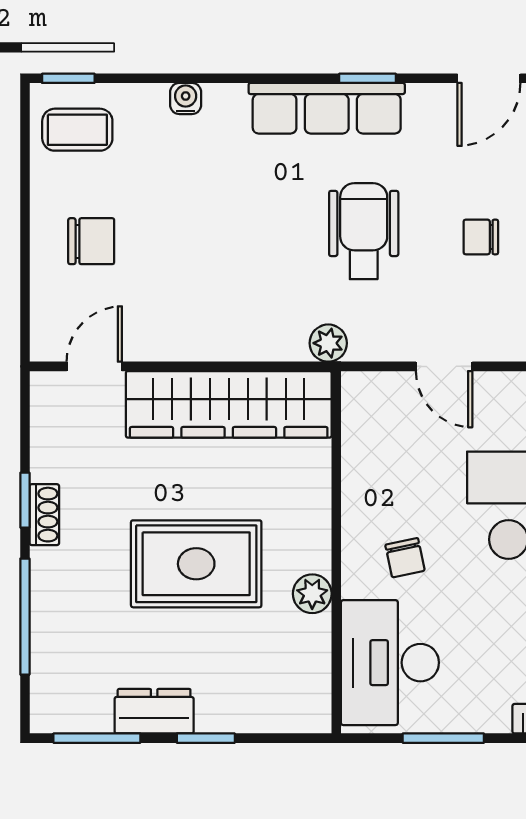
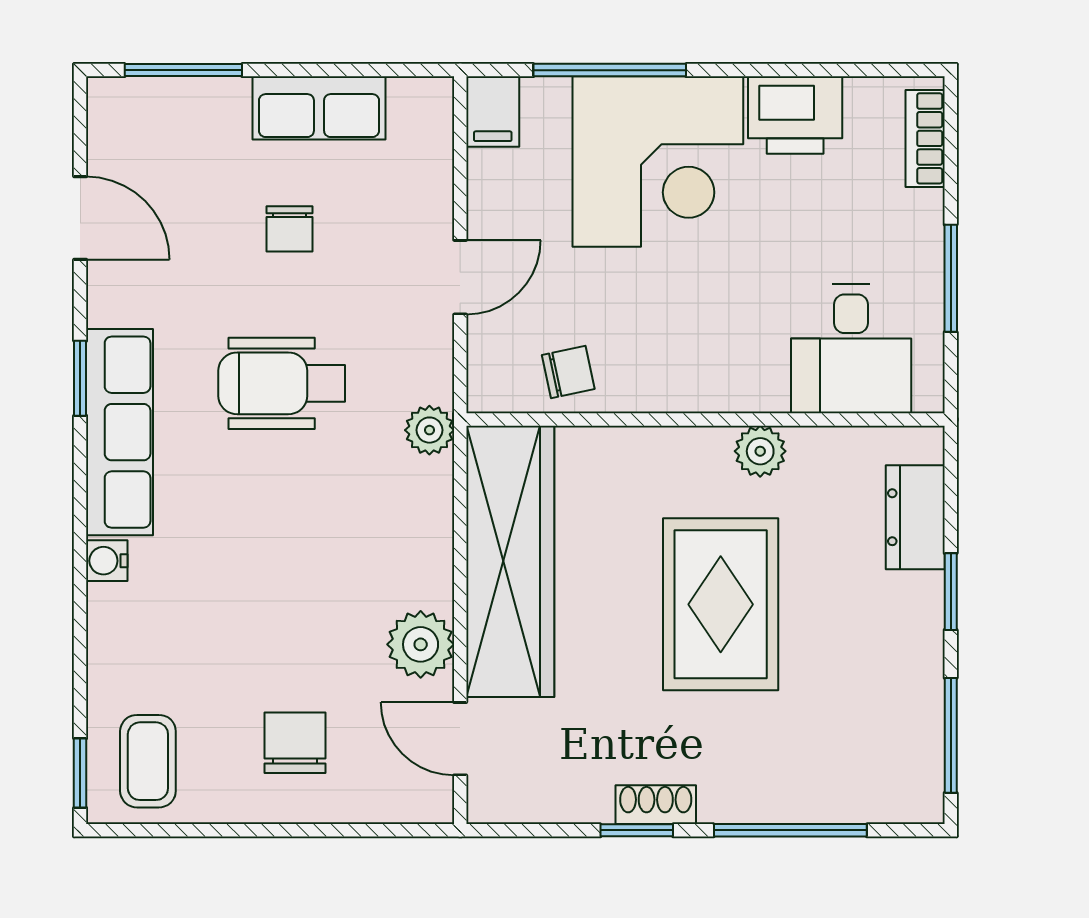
water cooler: (186, 98) -> (107, 561), moved
plant: (166, 336) -> (421, 644), added
chair: (405, 558) -> (568, 372), moved
desk: (390, 663) -> (851, 349), width x0.73
dresser: (154, 711) -> (915, 517), moved

